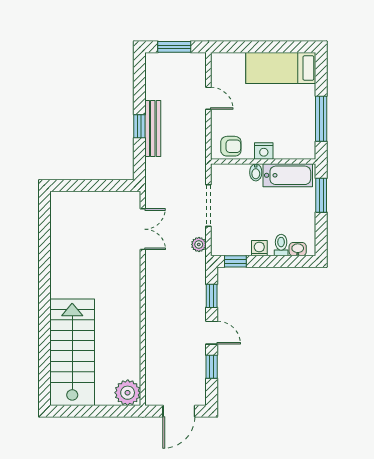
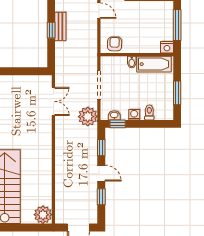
bench: (153, 128) -> (60, 26), width x0.73
armchair: (231, 146) -> (115, 44), turned -88
nightstand: (264, 151) -> (167, 47), moved
window: (321, 195) -> (177, 93), moved
plant: (199, 244) -> (88, 117), width x1.88, depth x1.88
washbasin: (298, 249) -> (114, 115), moved

